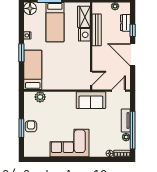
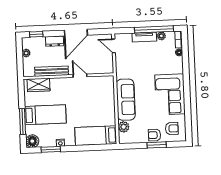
dresser: (125, 23) -> (55, 41), moved
window: (133, 30) -> (36, 34), moved
nightstand: (84, 35) -> (57, 84), removed
window: (21, 53) -> (51, 149), moved
door: (91, 78) -> (80, 76), moved
sofa: (91, 100) -> (126, 100), moved, width x1.36
armchair: (37, 143) -> (172, 128), added

